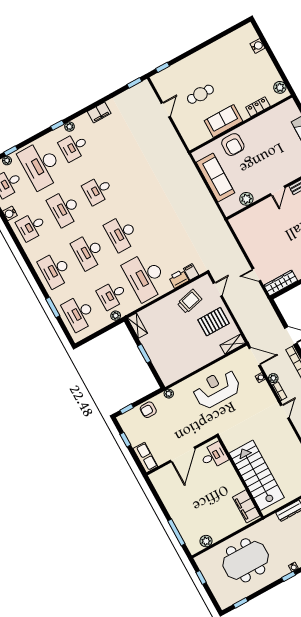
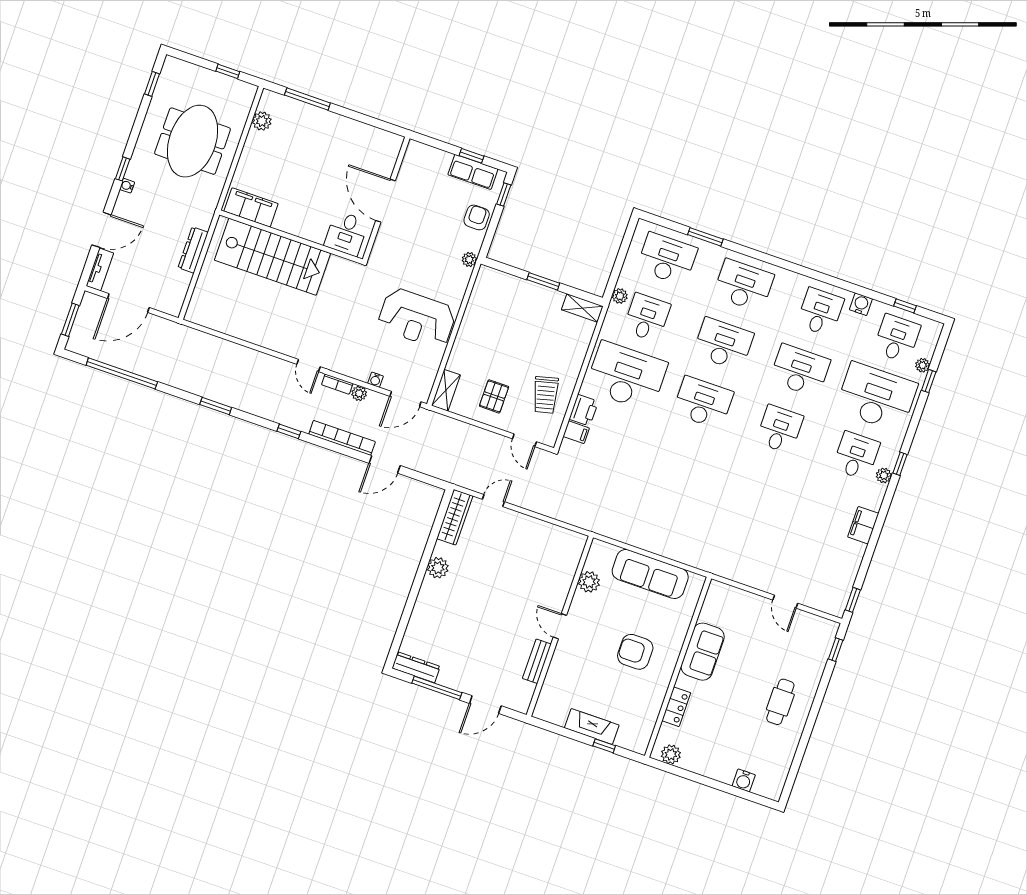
cafe table: (200, 94) -> (780, 702), moved
armchair: (233, 145) -> (635, 652), moved
pallet: (214, 322) -> (494, 396), width x0.67, depth x0.71
reception desk: (216, 389) -> (417, 318), turned 90
row of seats: (145, 458) -> (473, 172), moved

